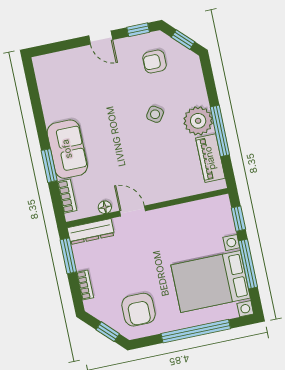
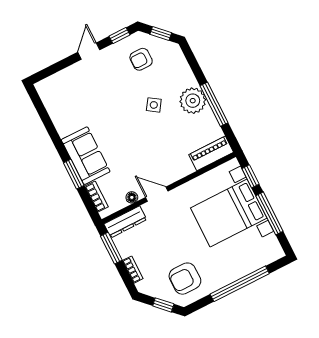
door: (101, 38) -> (89, 51), swing flipped
piano: (210, 158) -> (211, 153), moved, turned 90
bed with nightstands: (211, 281) -> (229, 213), moved
armchair: (139, 310) -> (185, 279), turned 90

